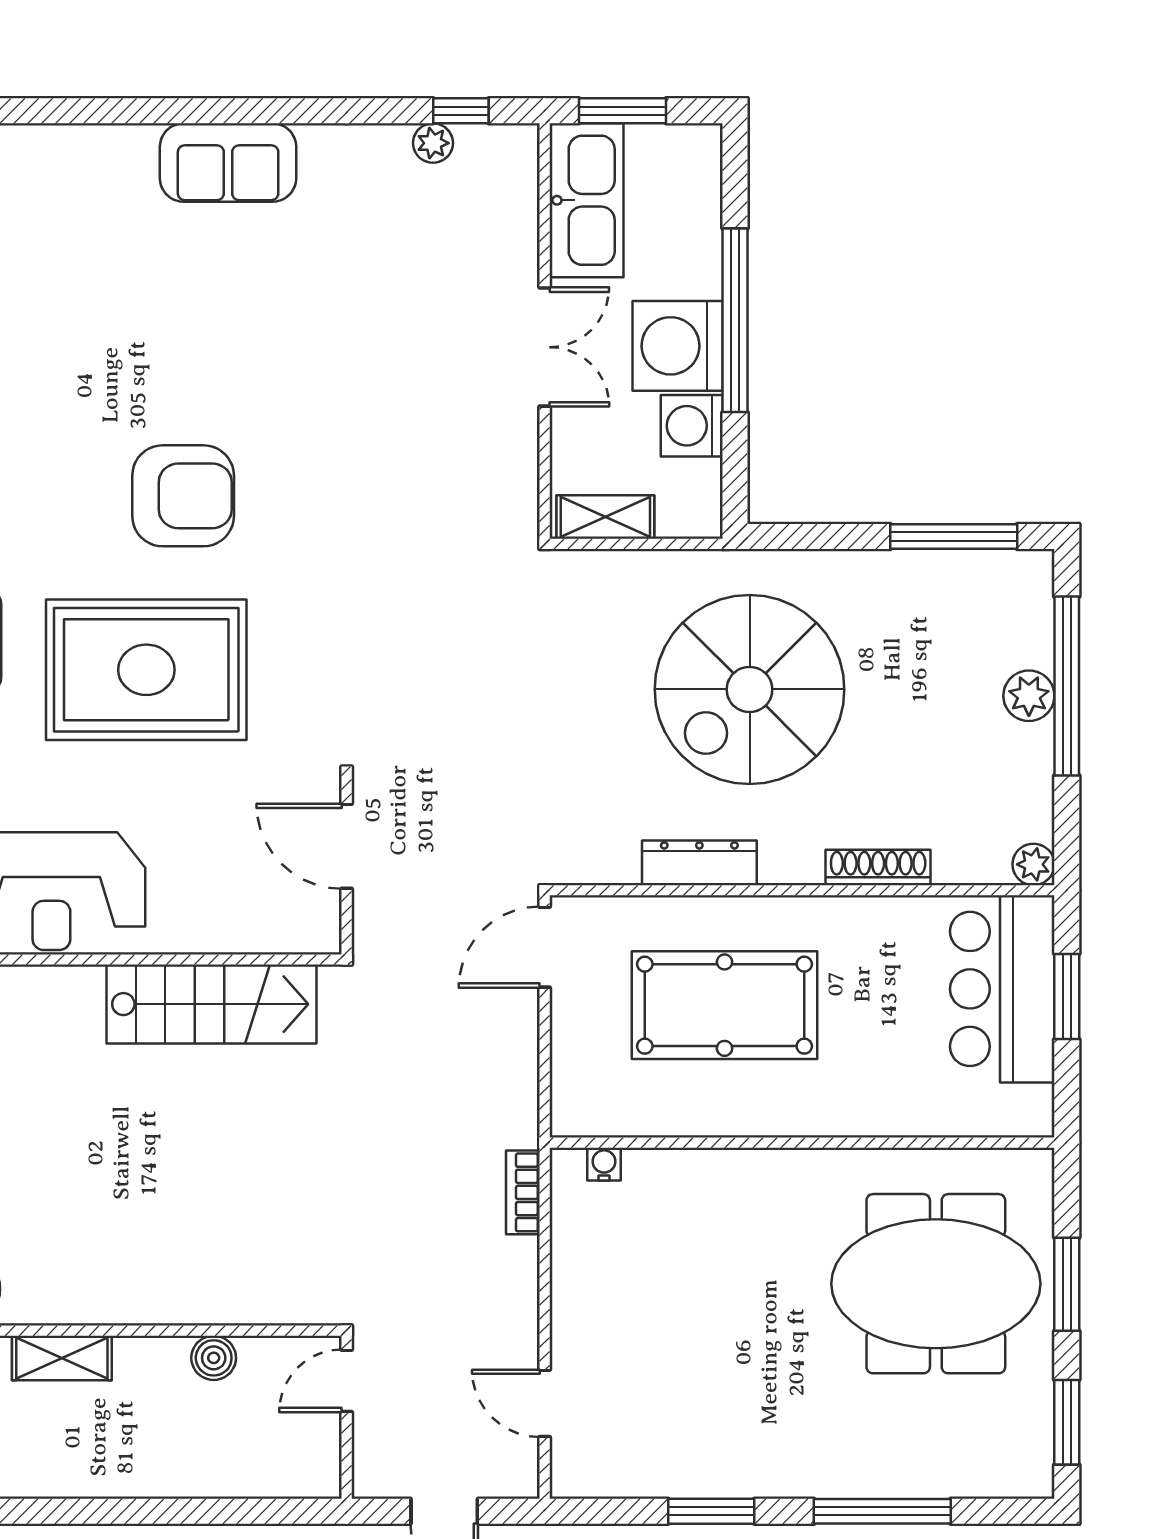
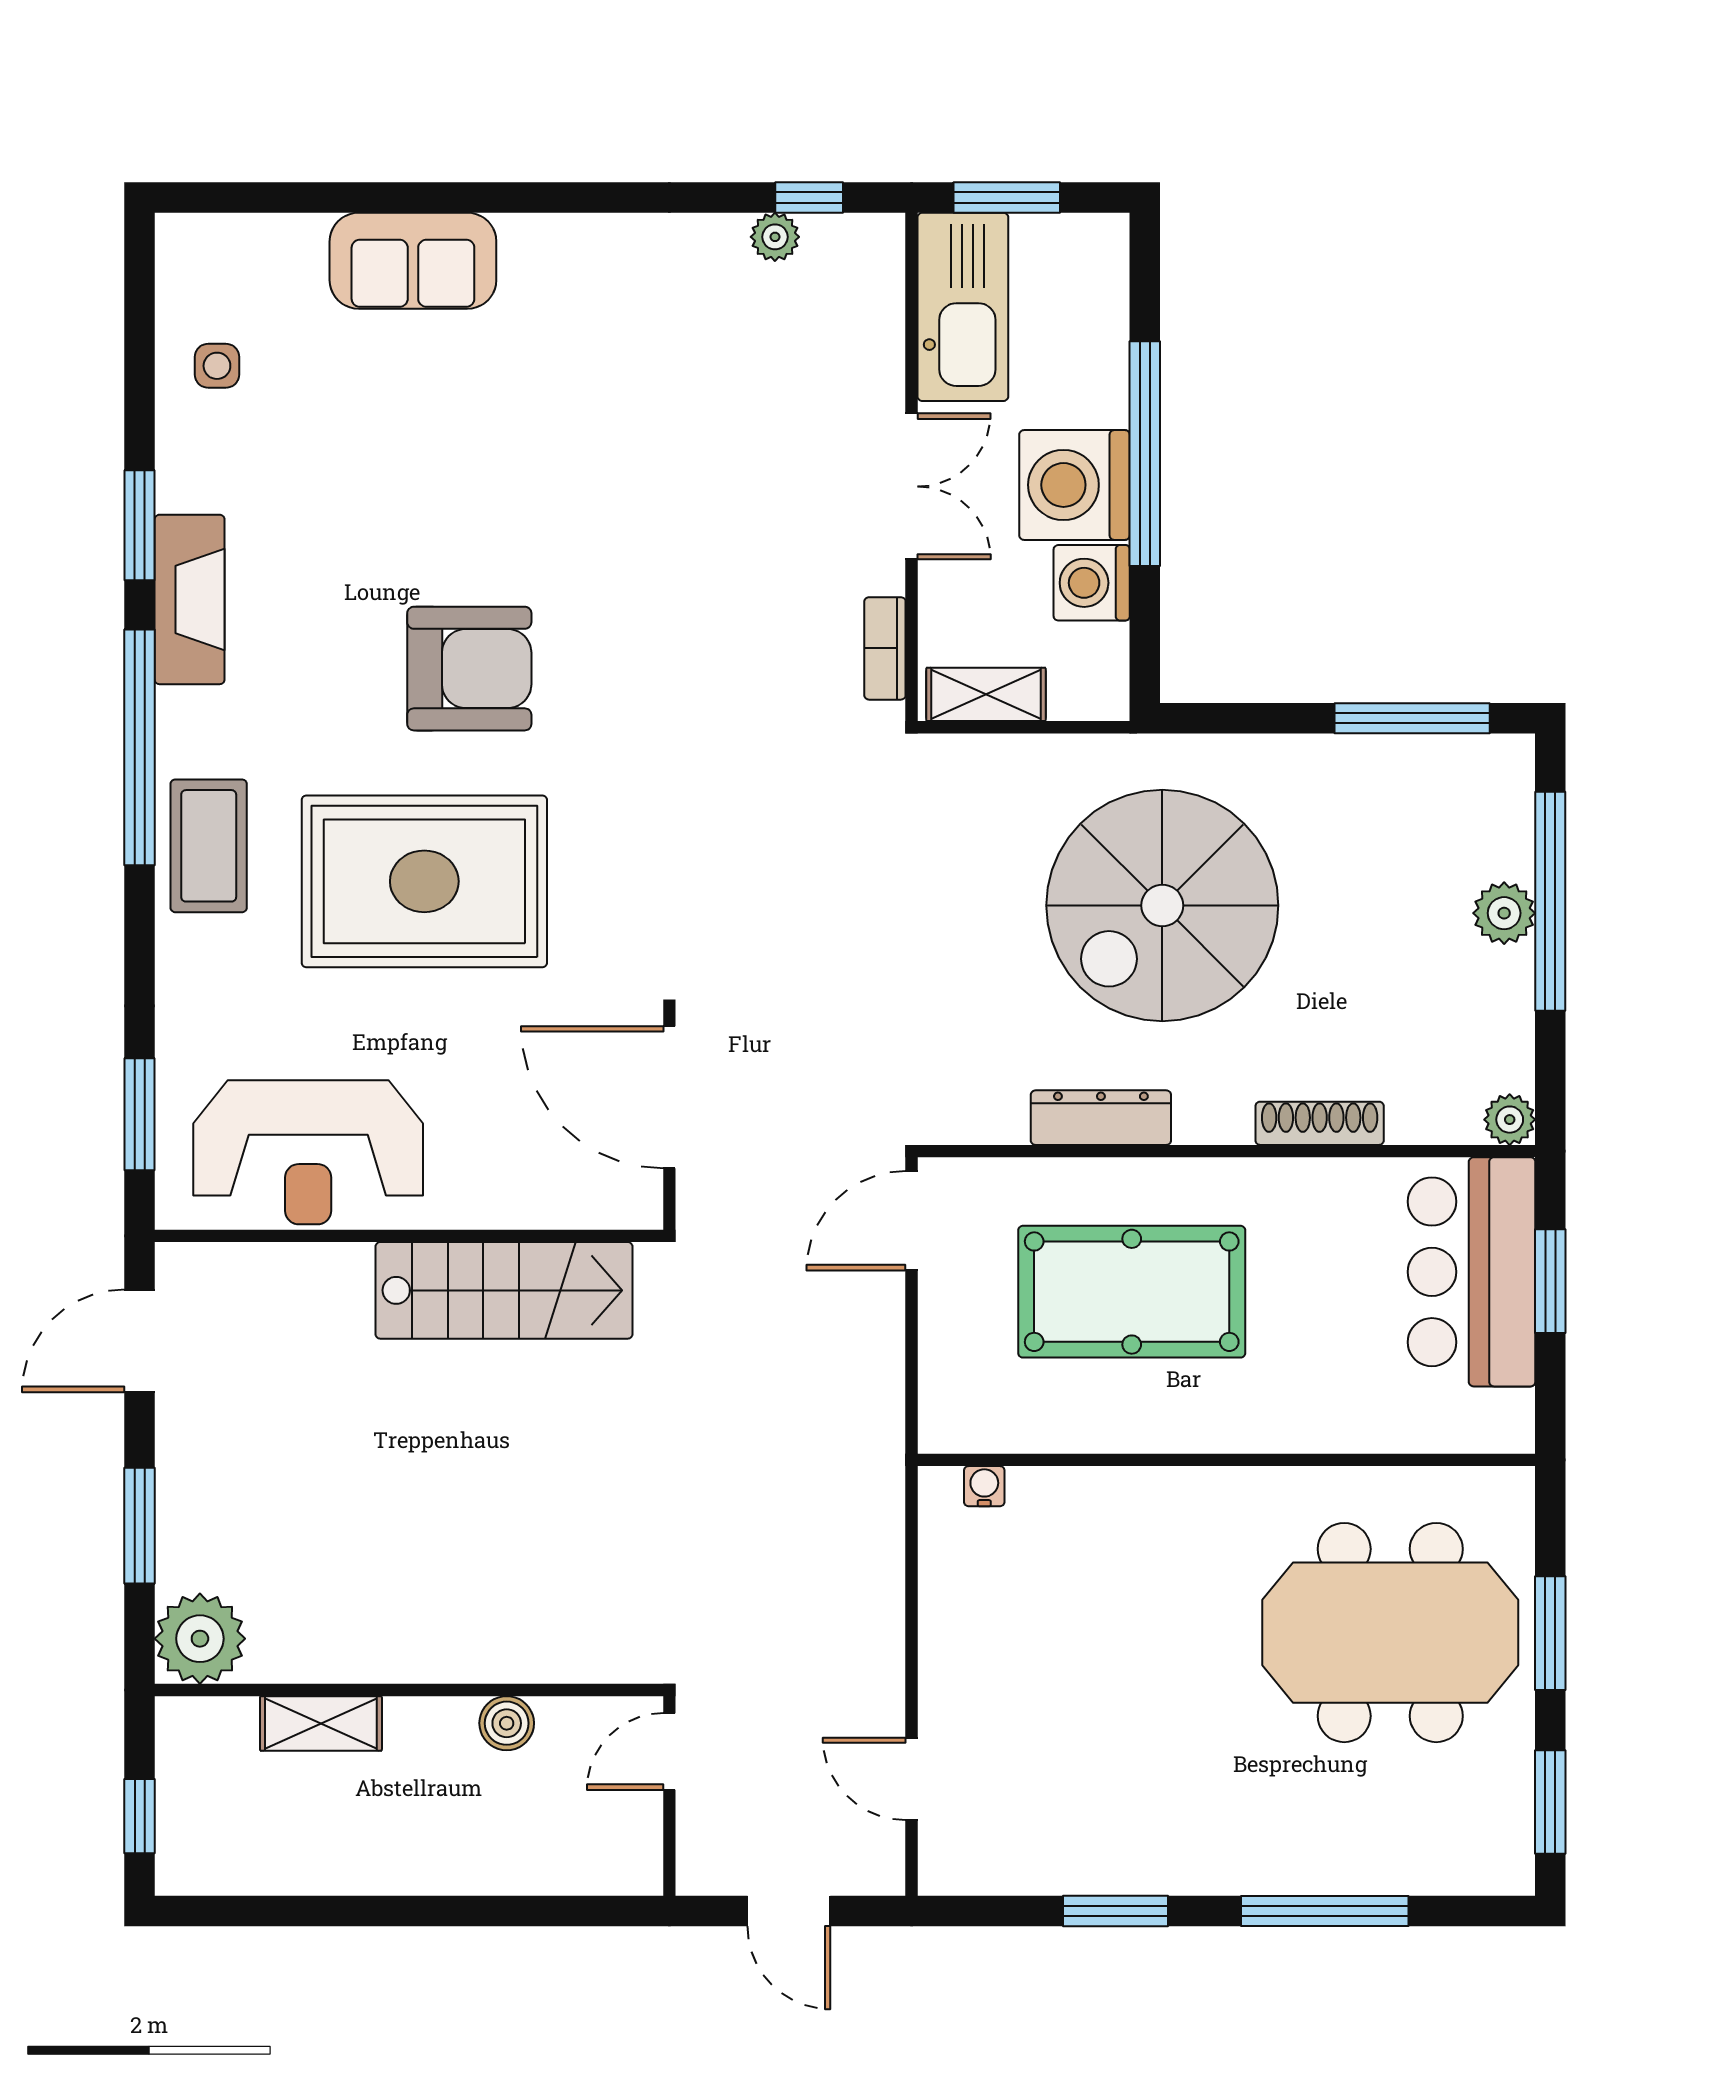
sofa: (228, 163) -> (413, 261), moved
door: (347, 846) -> (669, 1097), width x1.36
bookcase: (523, 1192) -> (885, 648), moved

